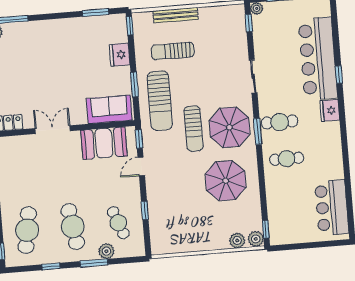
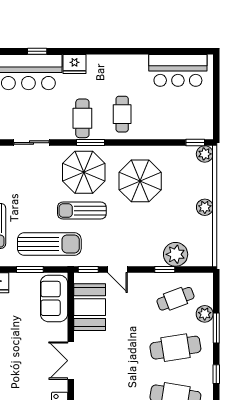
sun lounger: (194, 129) -> (82, 211), turned 180
plant: (160, 219) -> (176, 254), added
plant: (237, 241) -> (205, 207), moved

